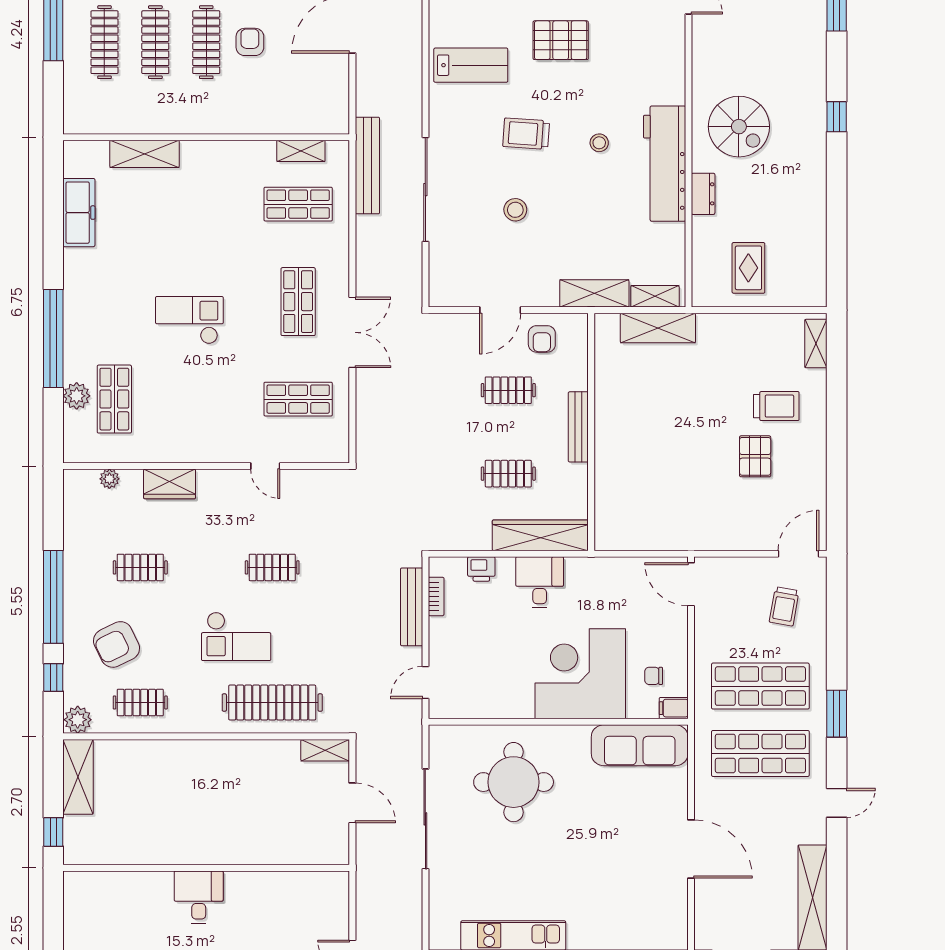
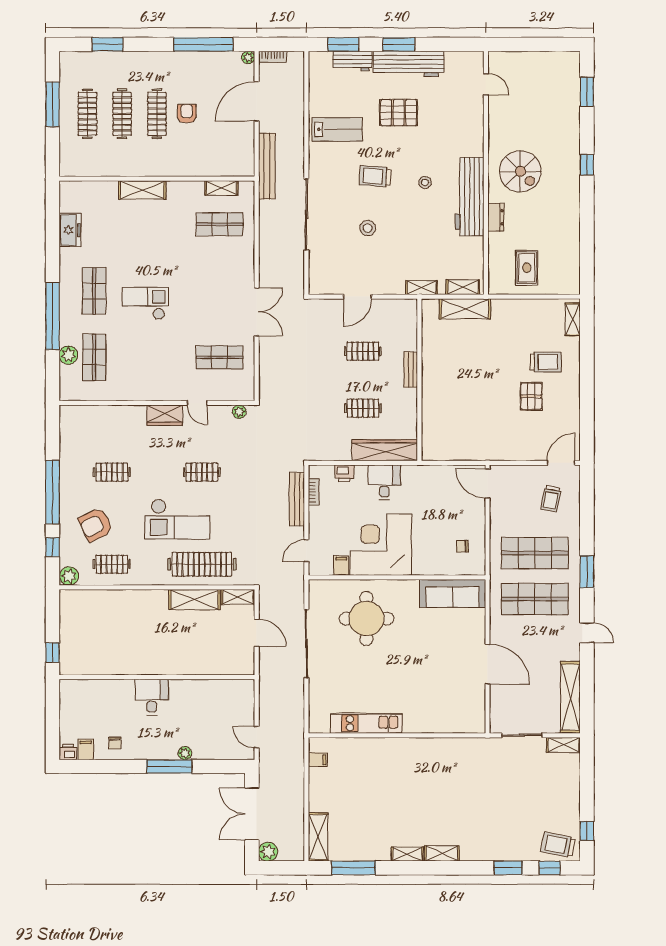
shelving: (145, 154) -> (142, 190), moved
bench: (367, 166) -> (267, 166), moved
freezer: (79, 213) -> (70, 230), width x0.71
shelving: (594, 293) -> (422, 288), width x0.67, depth x0.75
shop shelf: (298, 302) -> (94, 291), moved
armchair: (542, 339) -> (386, 316), removed
bench: (578, 427) -> (411, 370), width x0.73
plant: (109, 479) -> (239, 412), moved
wardrobe: (170, 484) -> (165, 415), moved
checkout: (236, 636) -> (177, 519), width x1.36, depth x1.21
corner desk: (580, 674) -> (381, 545), moved
filing cabinet: (674, 708) -> (341, 566), moved, turned 90
shelving: (78, 777) -> (194, 600), moved, turned 90
door: (837, 803) -> (587, 633), hinge flipped

